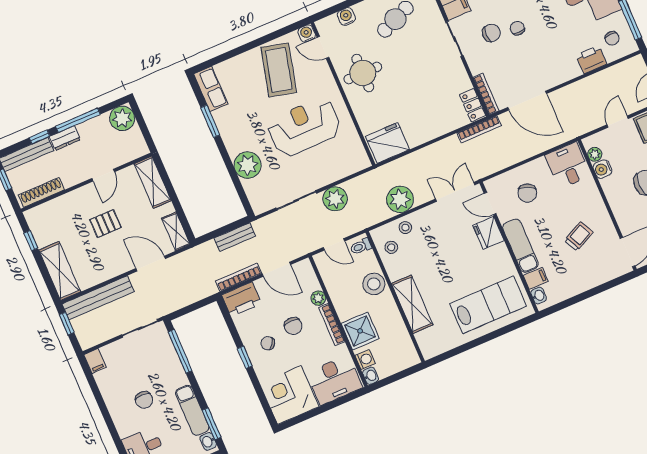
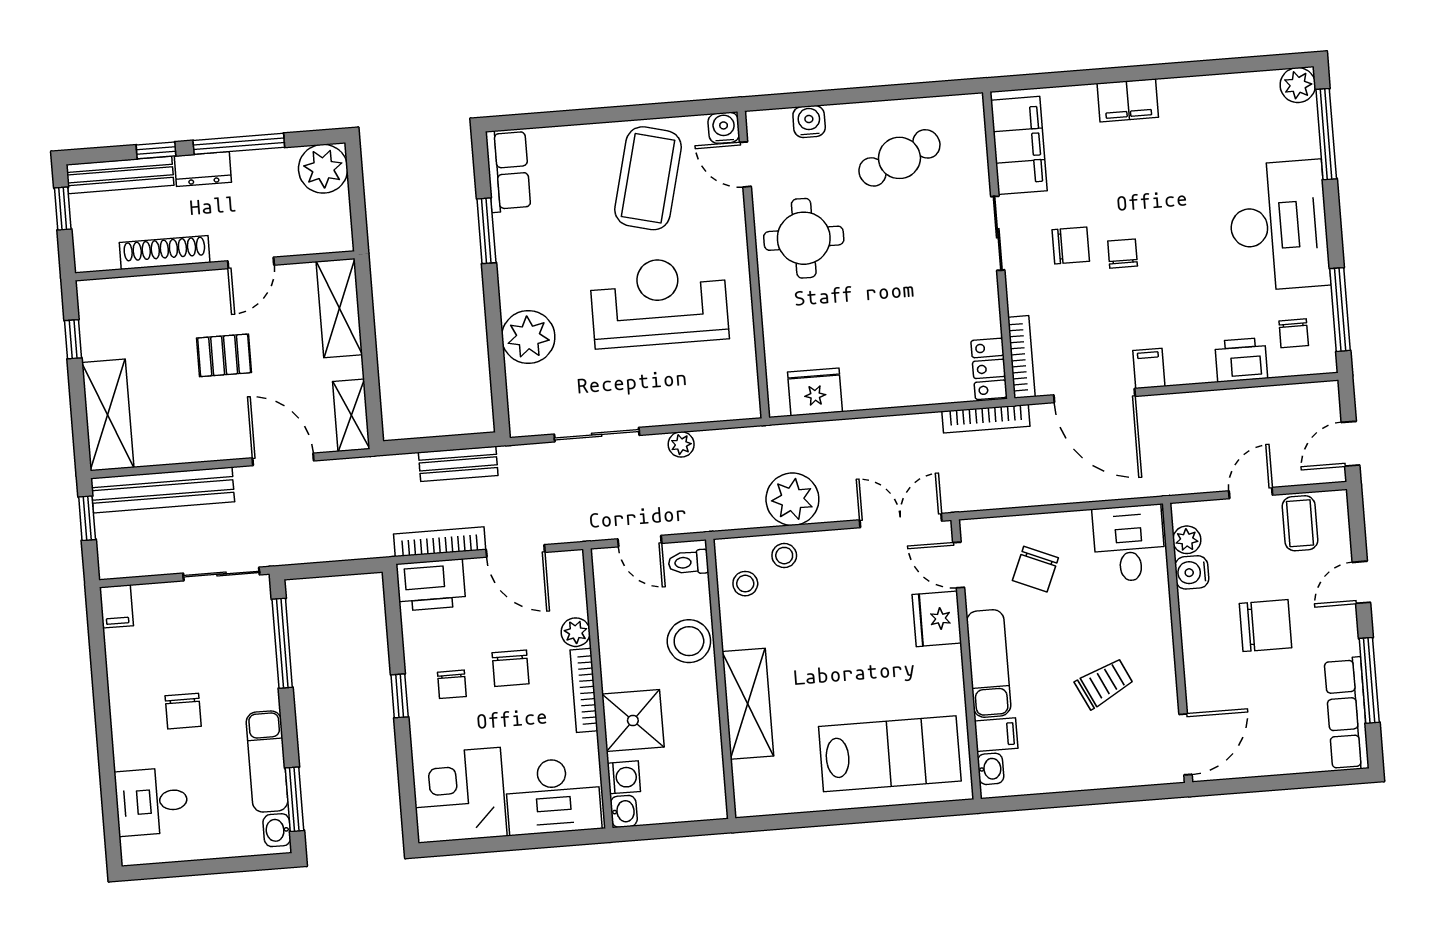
filing cabinet: (549, 79) -> (1149, 369), added
fridge: (387, 143) -> (815, 392), width x0.73, depth x0.75
shoe rack: (41, 192) -> (165, 253), moved
plant: (335, 199) -> (681, 444), width x0.53, depth x0.53
chair: (268, 343) -> (452, 684), turned -122

